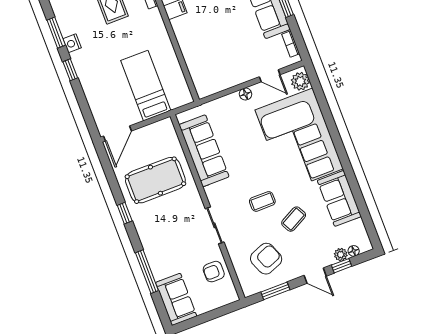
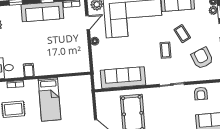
bed: (146, 86) -> (49, 99), moved, turned -90

